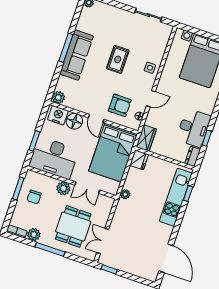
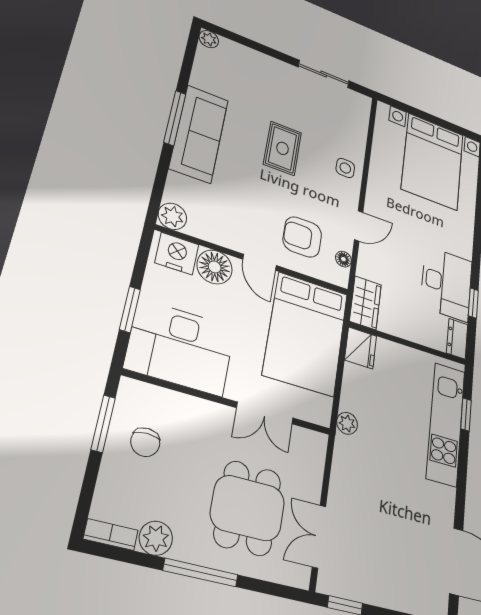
armchair: (120, 105) -> (302, 237), turned 180
plant: (63, 188) -> (212, 417), removed

